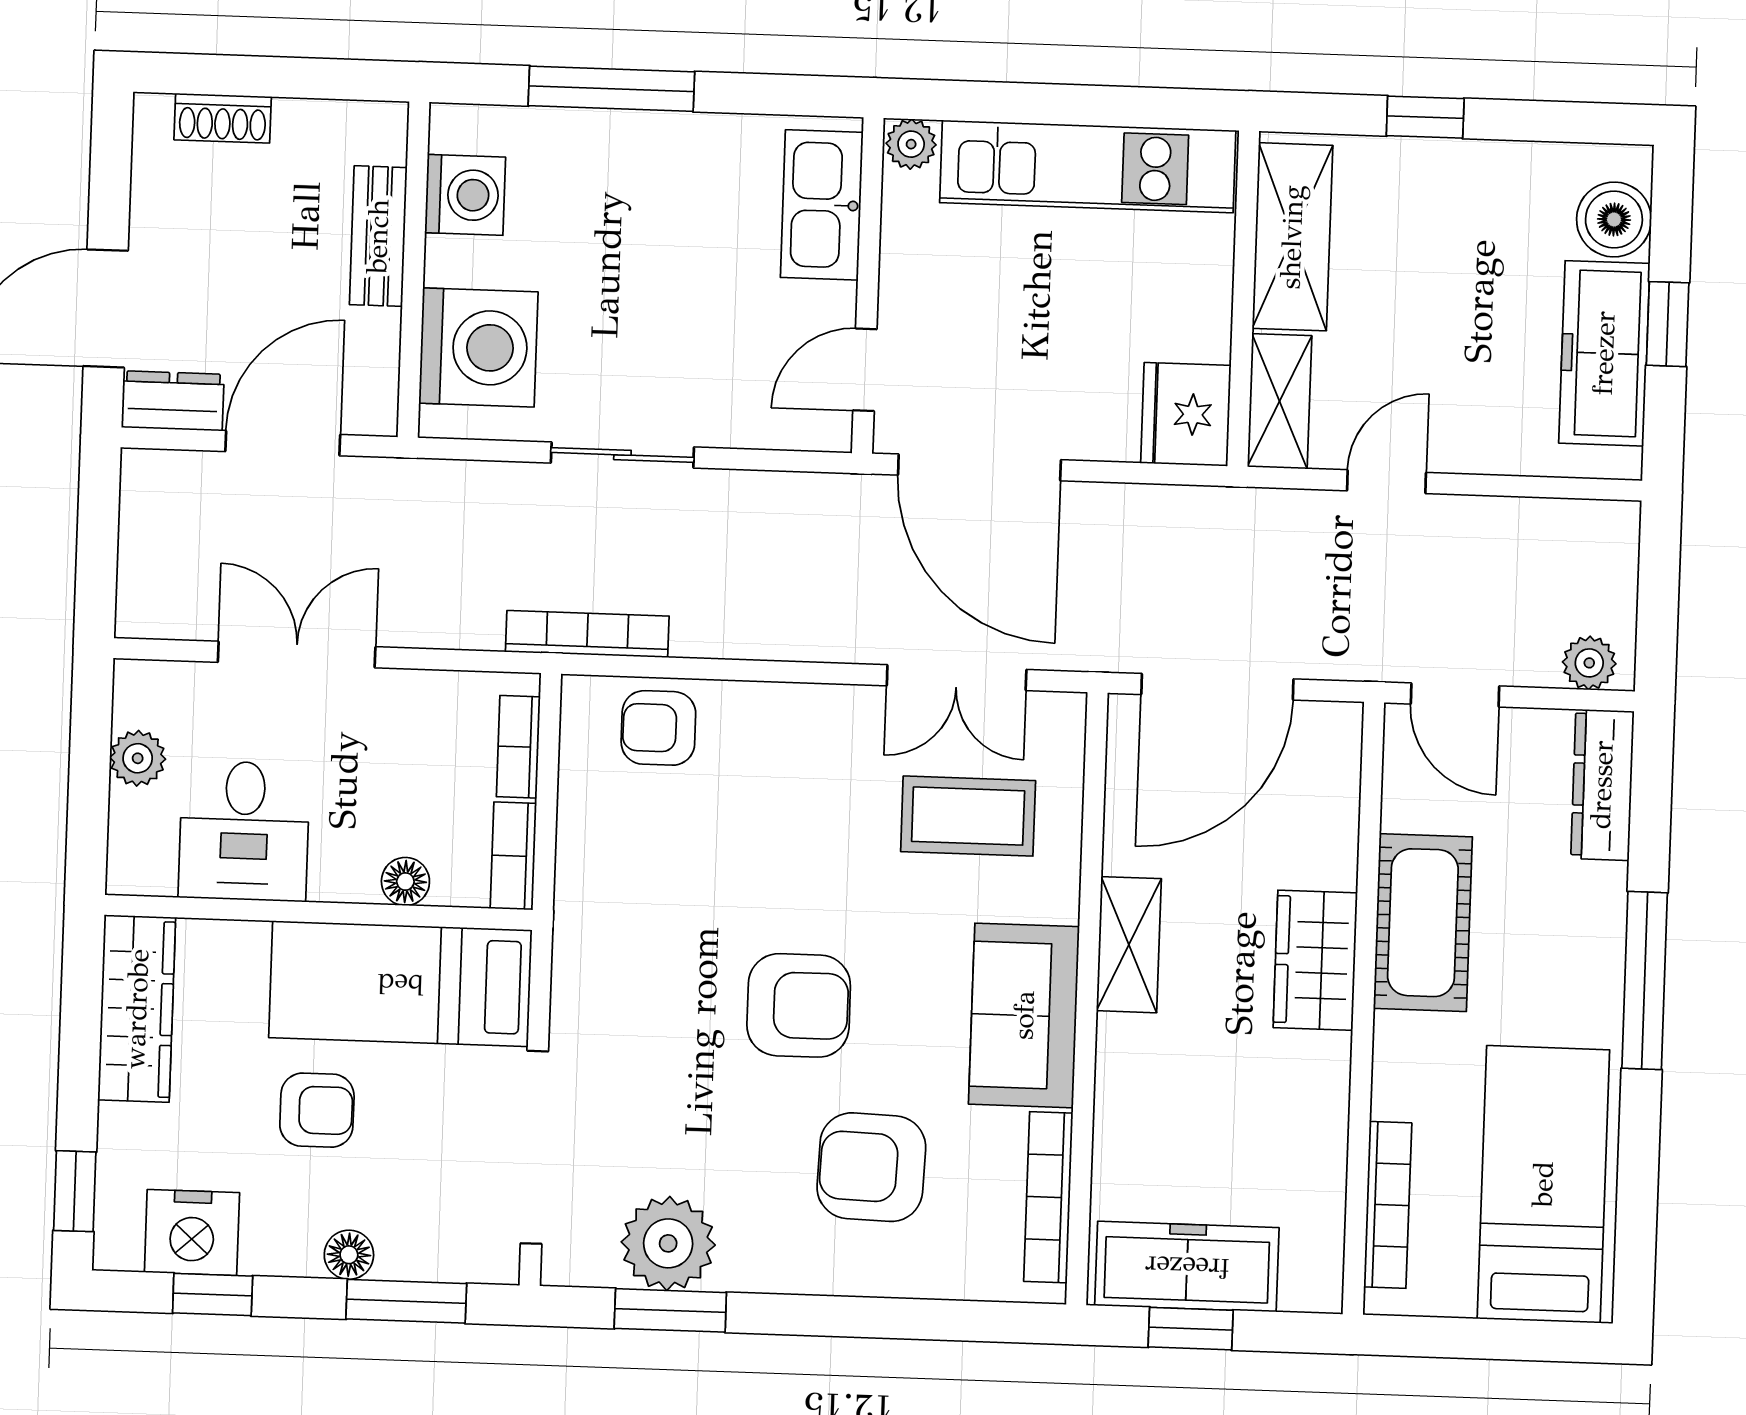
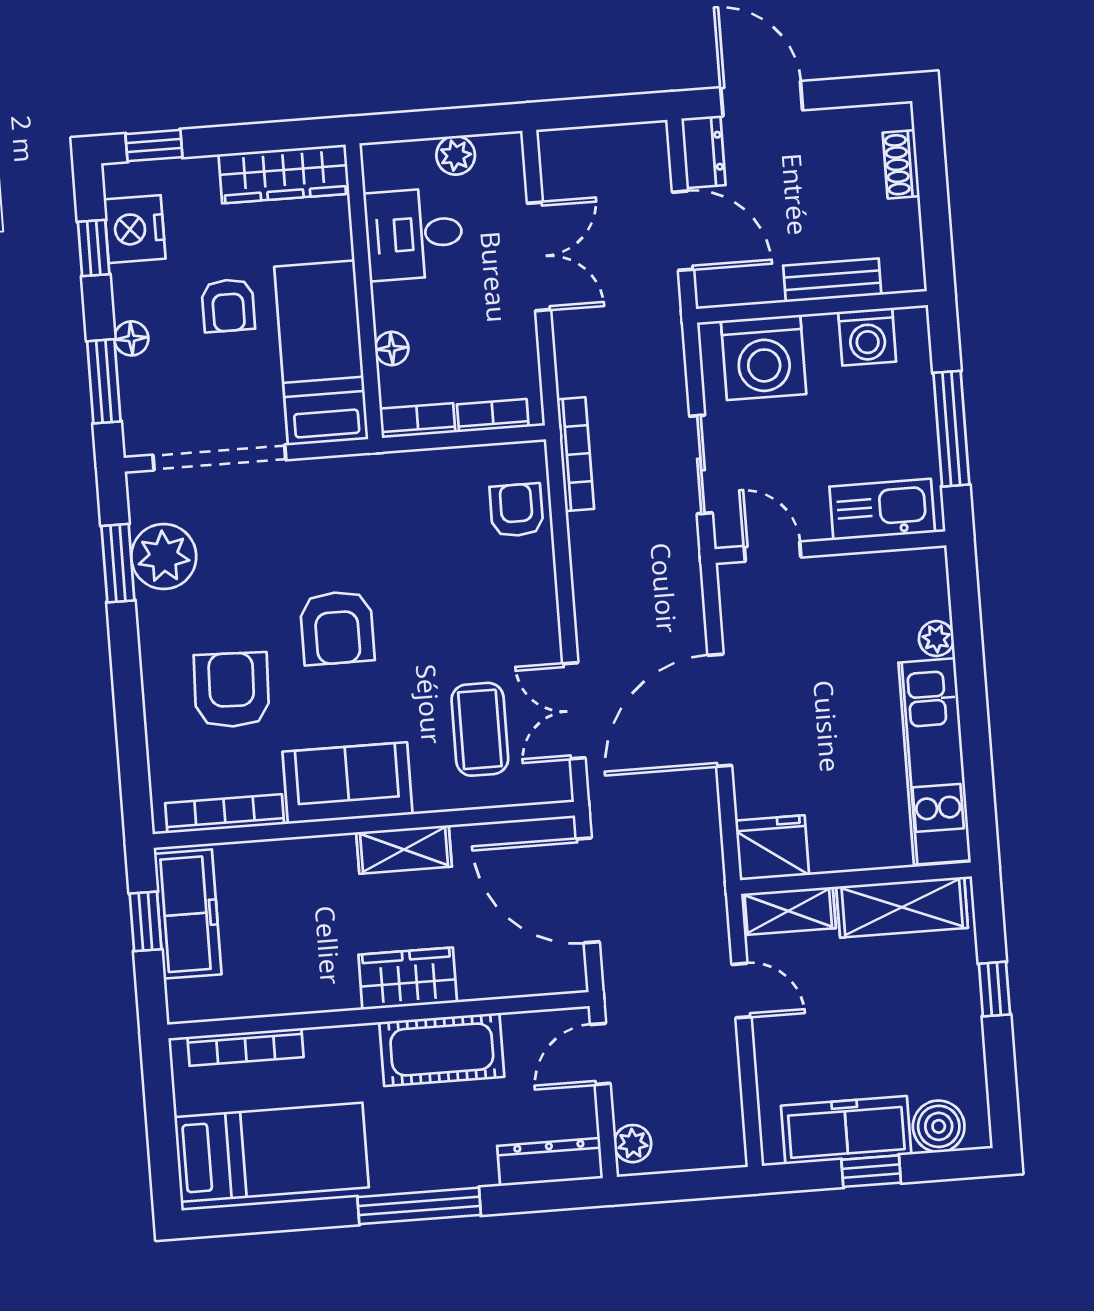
kitchen sink: (822, 205) -> (882, 509), moved
wall: (868, 286) -> (830, 547), moved
door: (865, 370) -> (772, 552), moved

